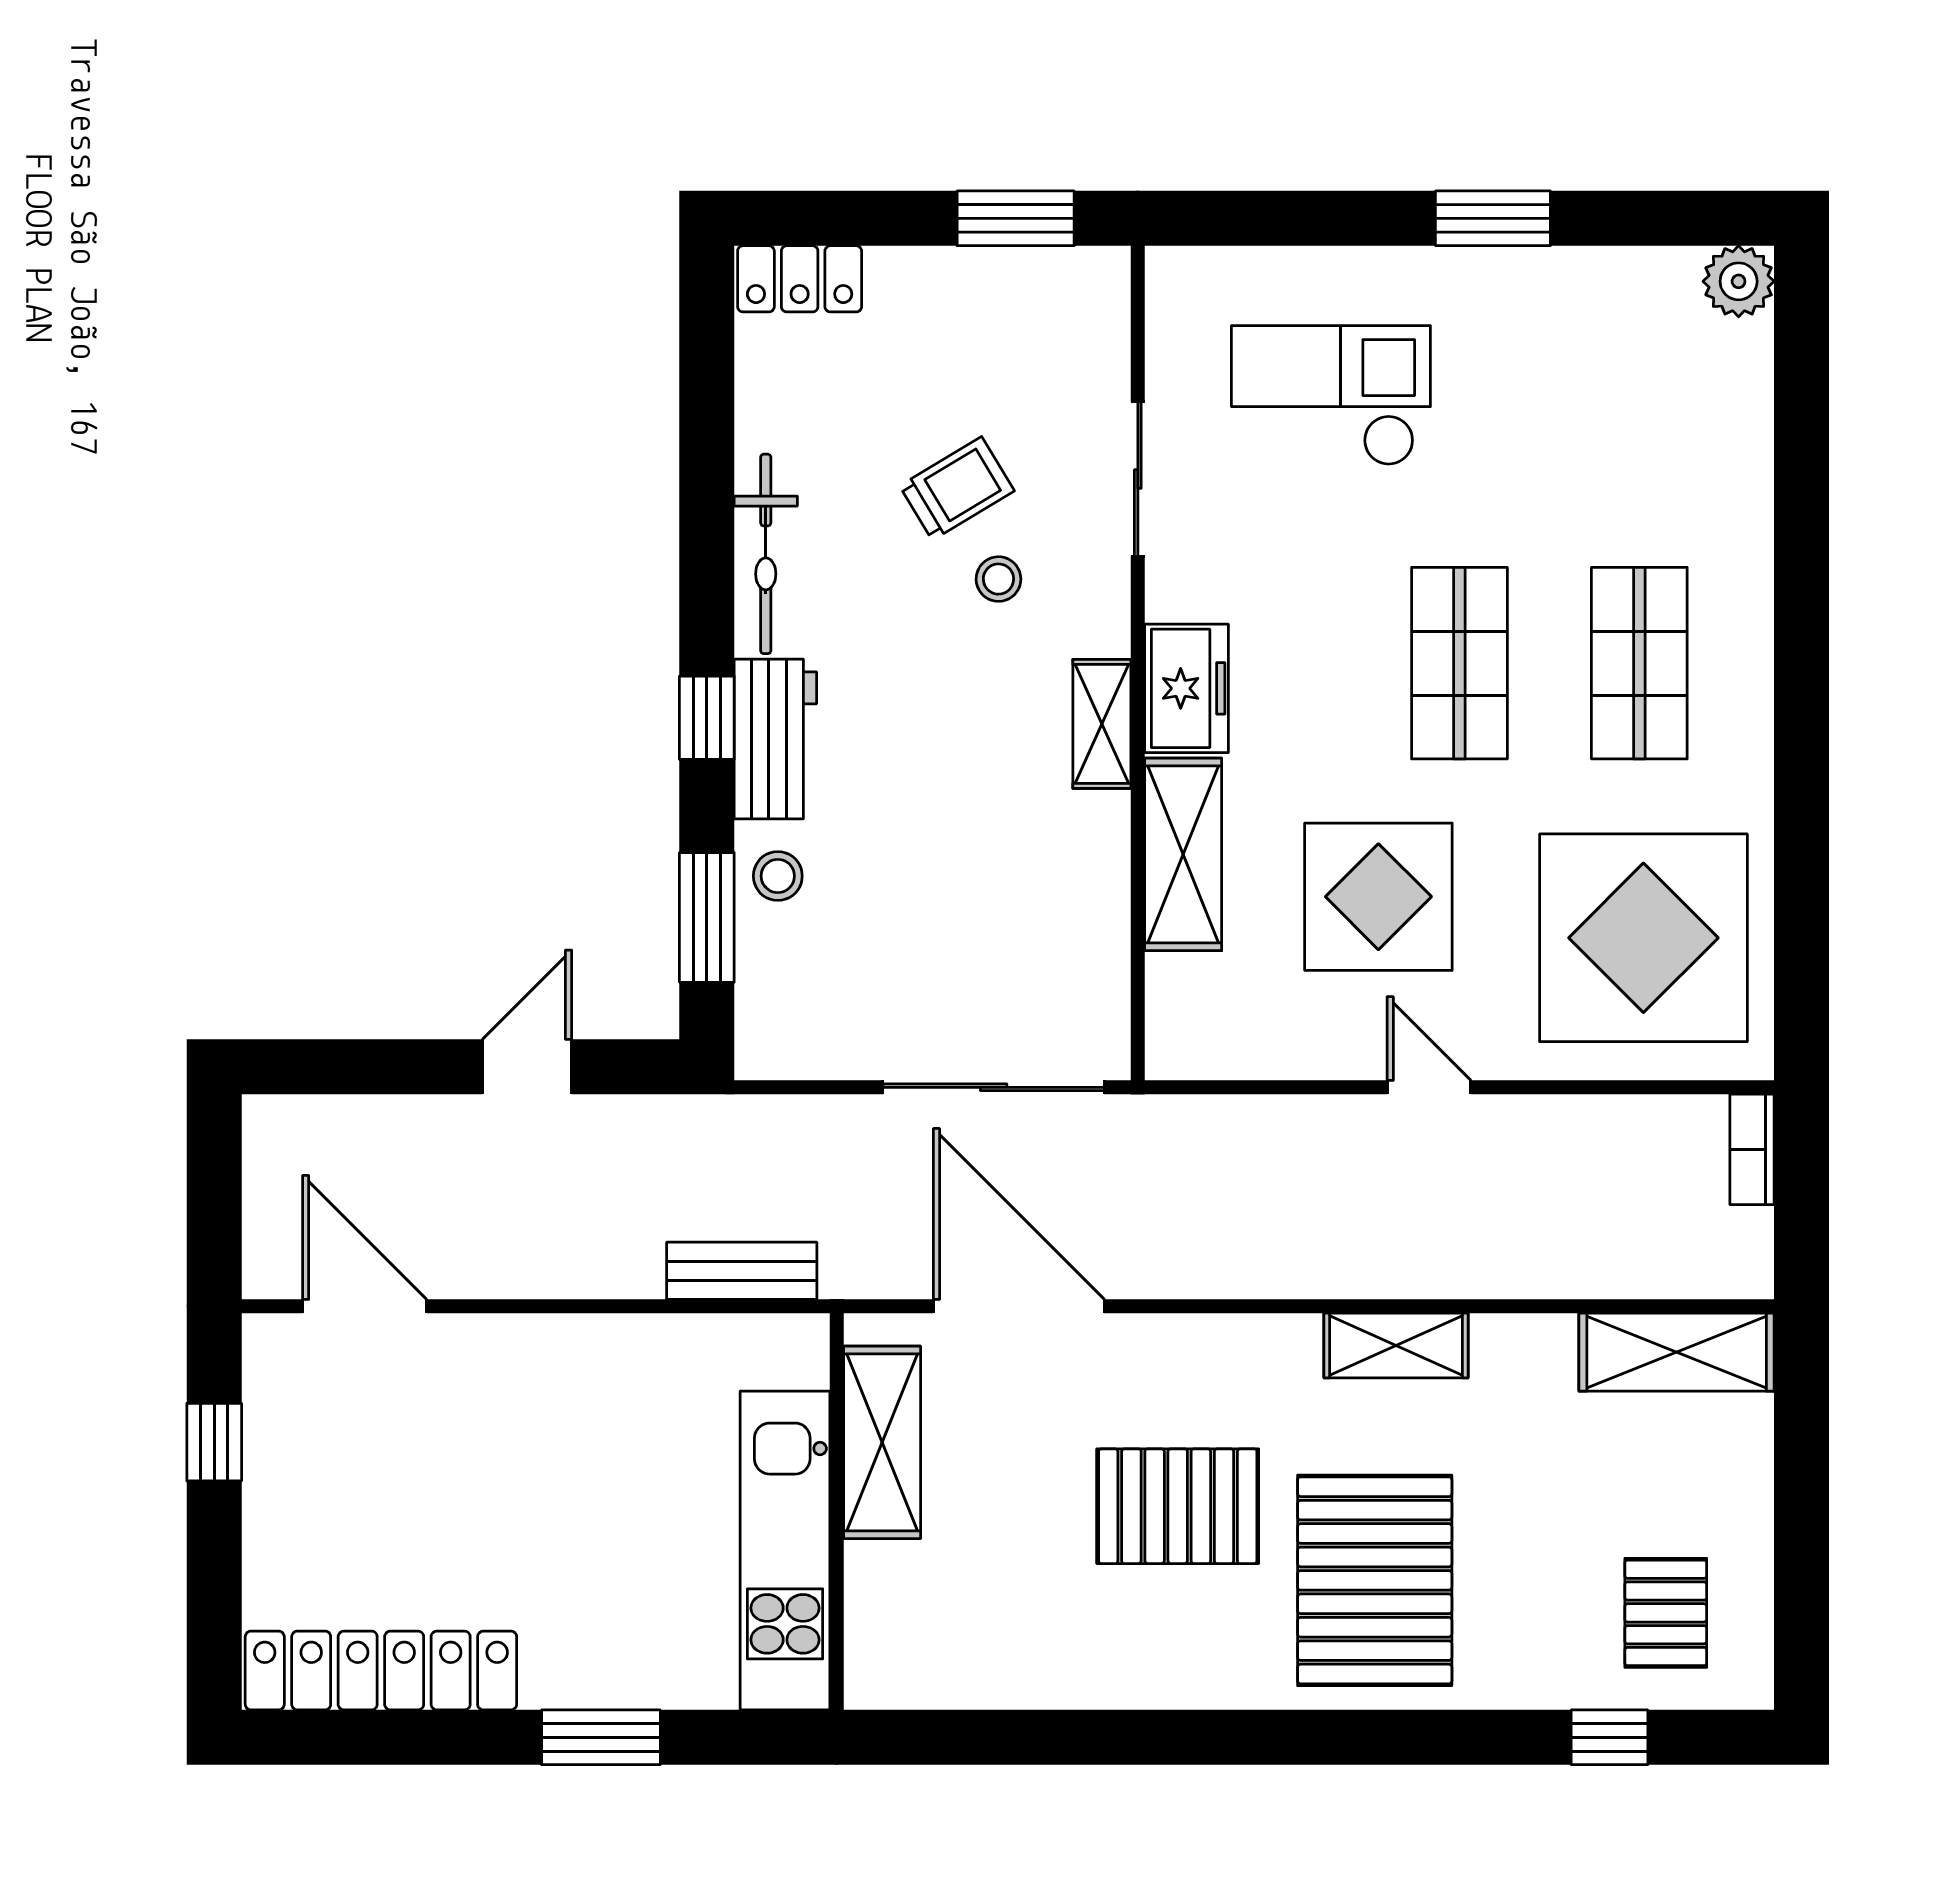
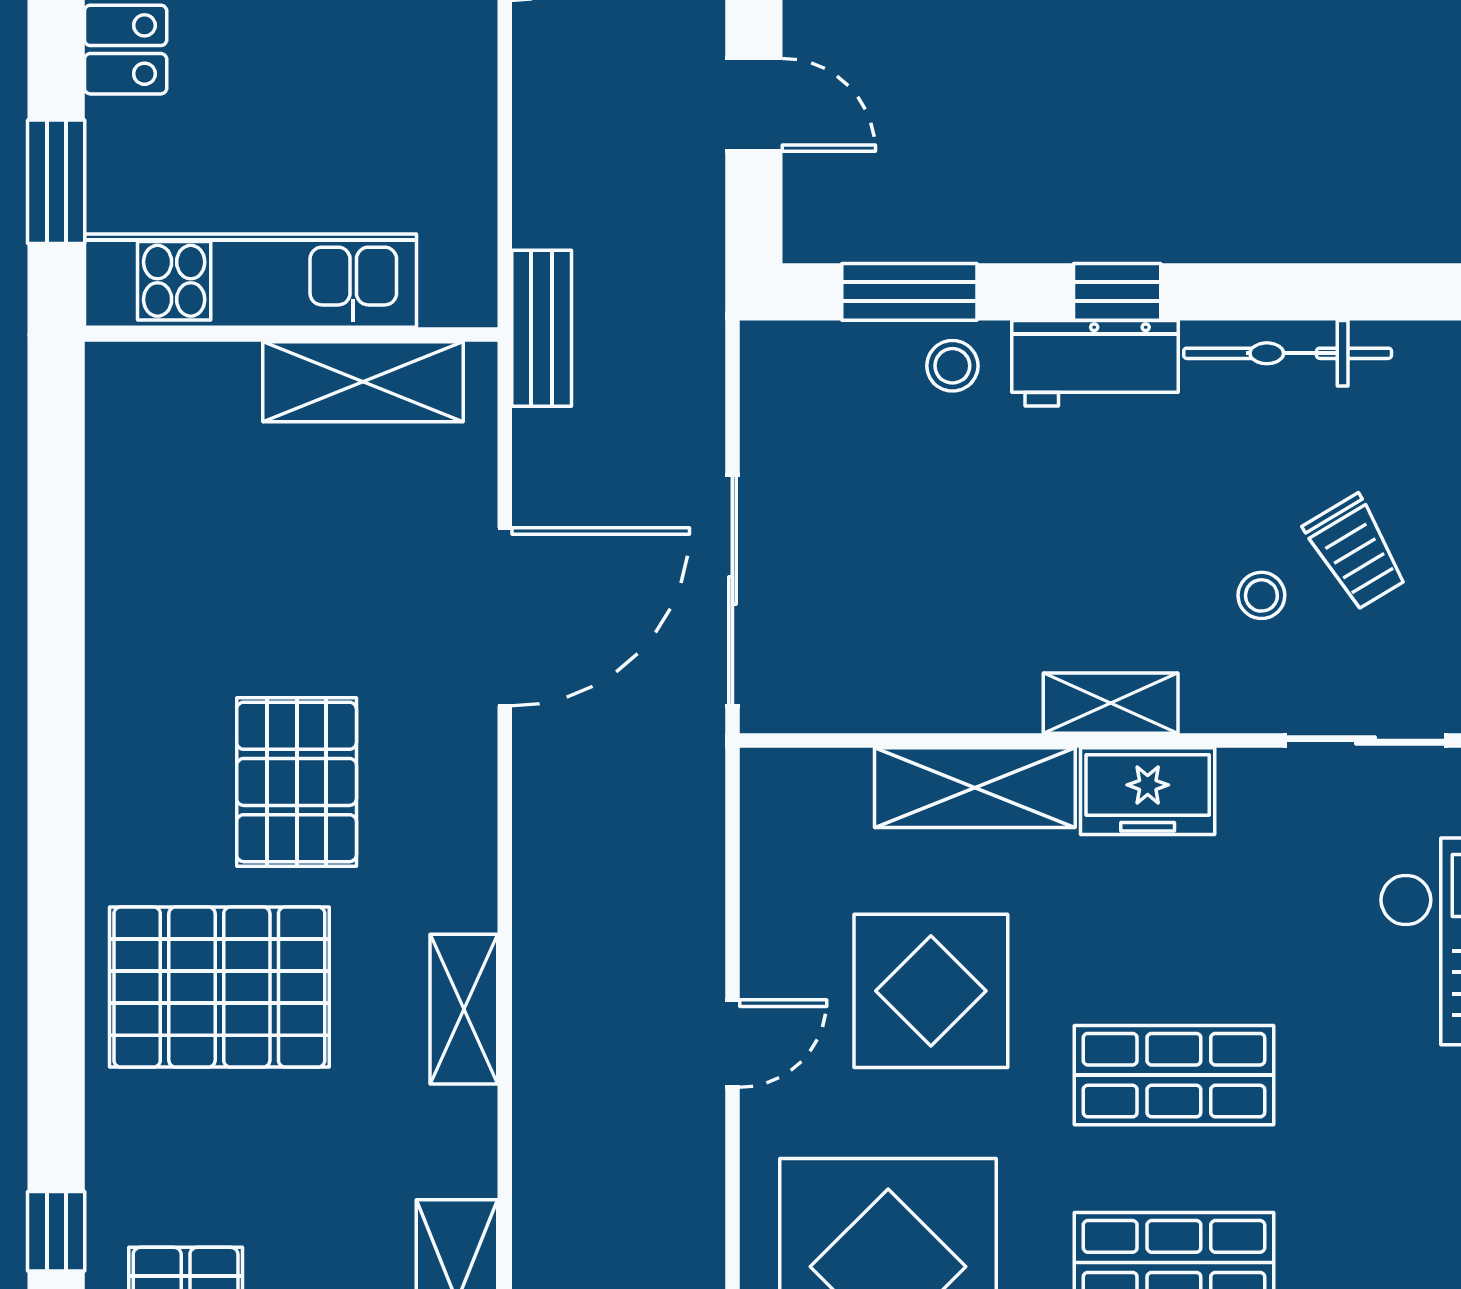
shelving: (882, 1442) -> (363, 382), moved
wall: (837, 1512) -> (291, 335), moved
kitchen unit: (785, 1551) -> (250, 281), moved

